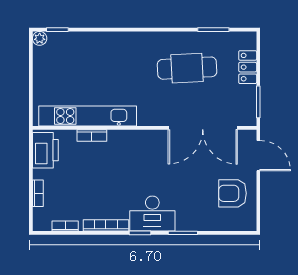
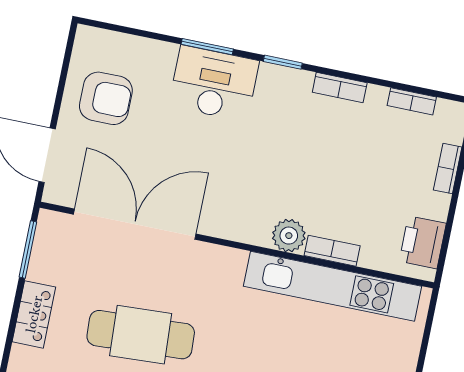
plant: (117, 139) -> (289, 236), added
printer: (45, 150) -> (423, 242), width x0.73, depth x0.84
desk: (152, 214) -> (214, 83), moved
bookcase: (106, 225) -> (340, 88), width x0.64

